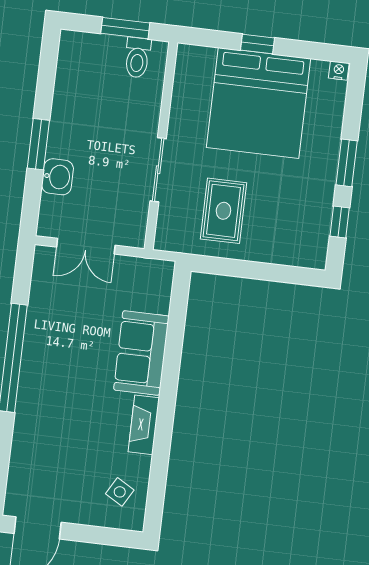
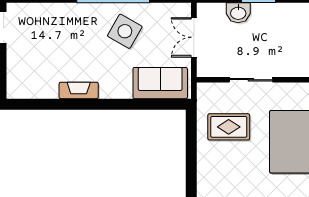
sofa: (141, 353) -> (160, 83), moved
side table: (120, 492) -> (125, 31), moved, width x1.87, depth x1.87

